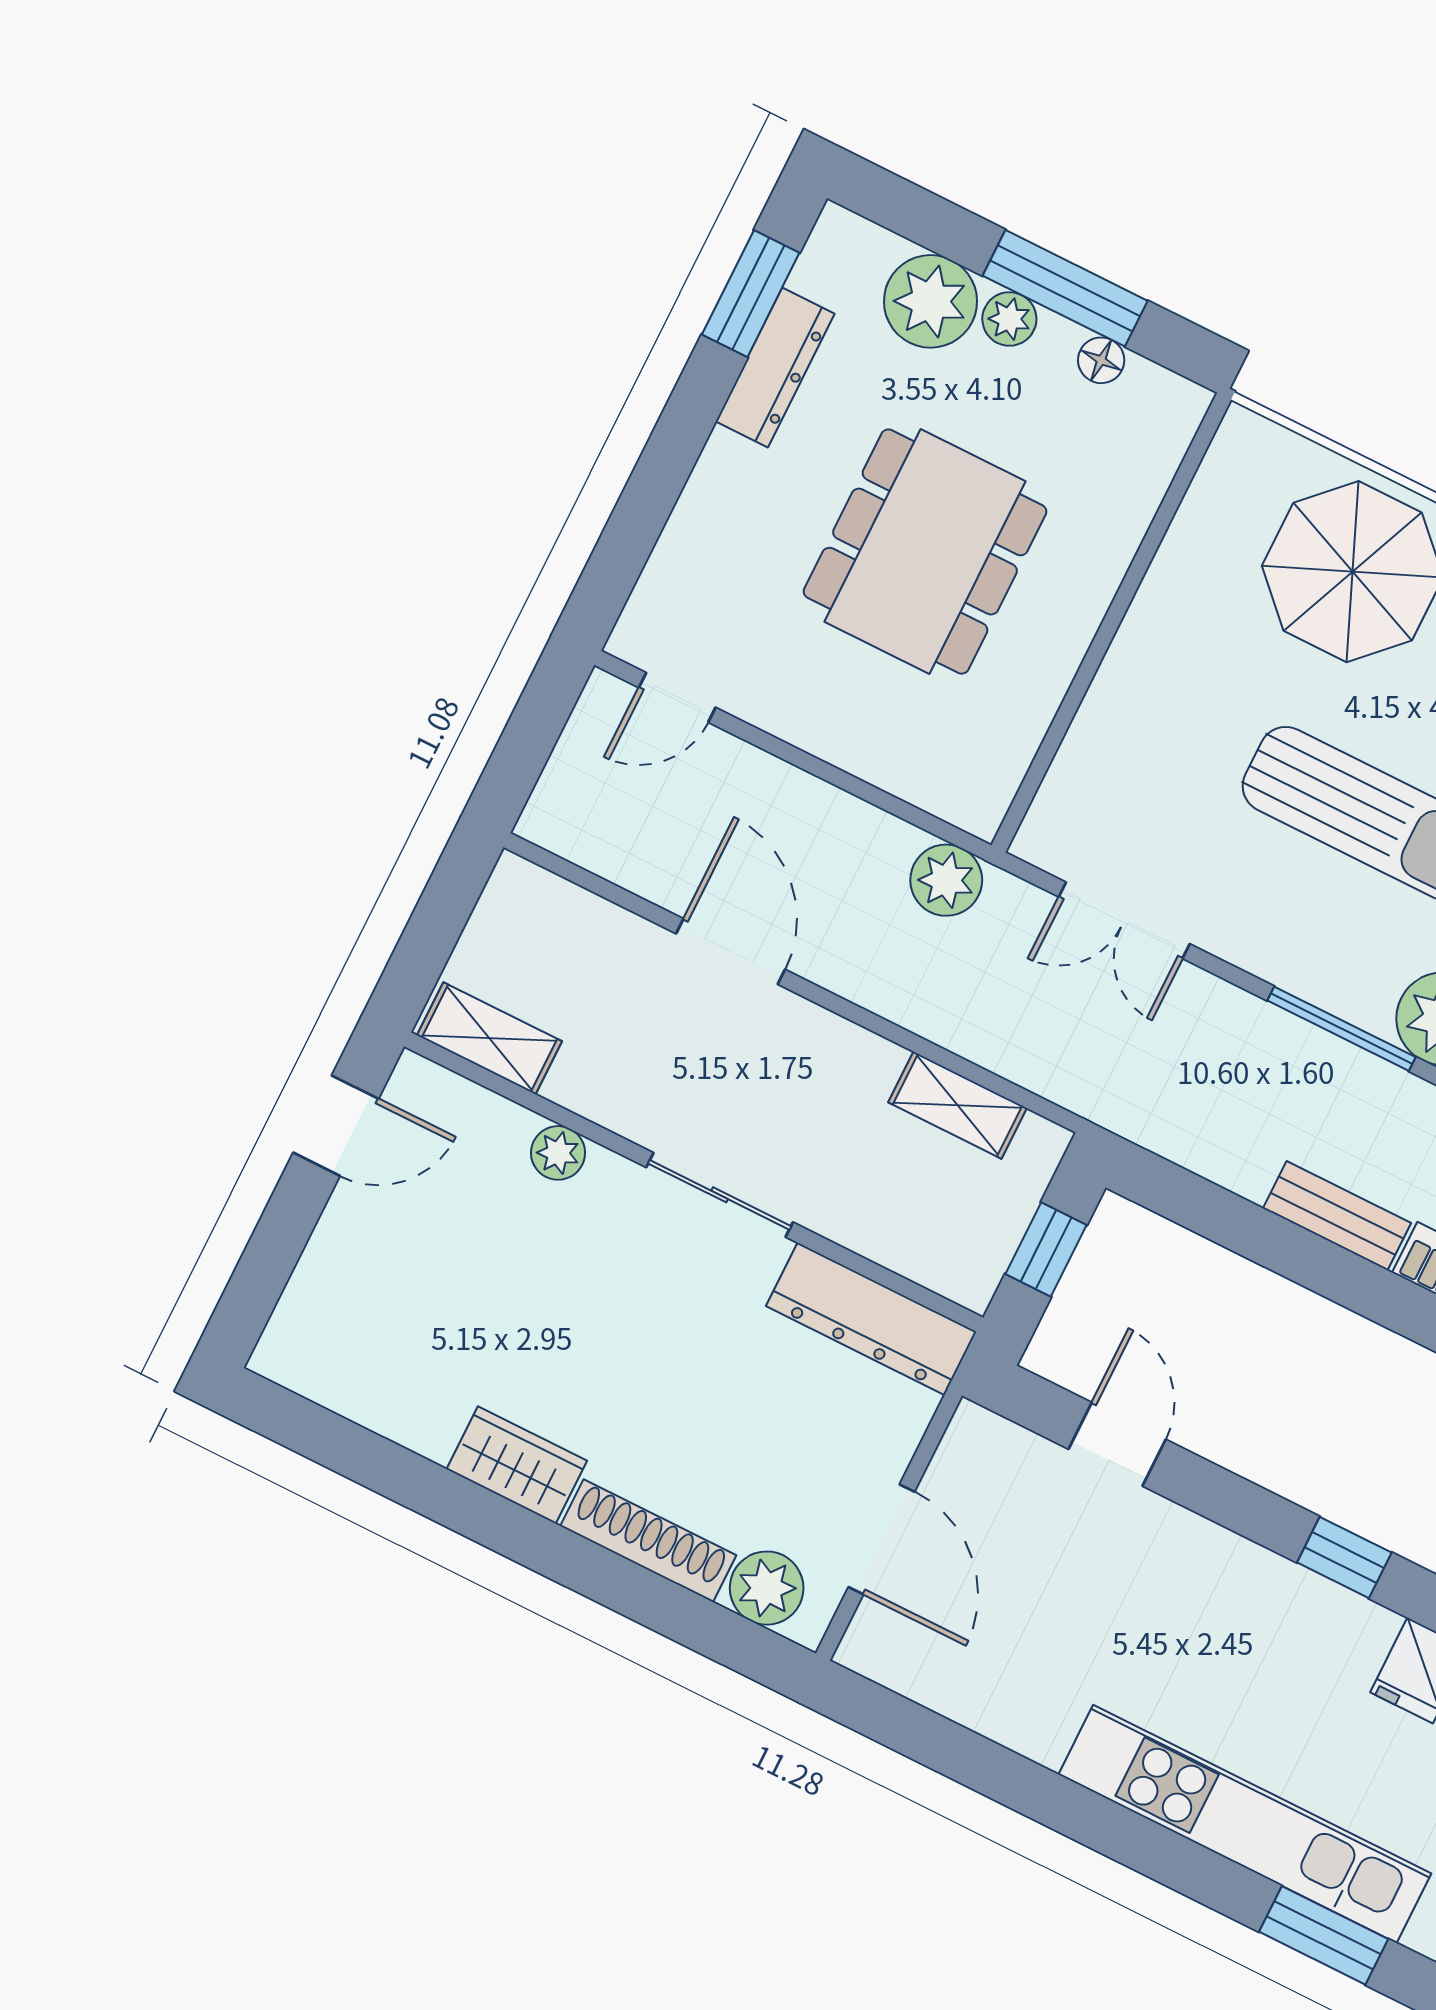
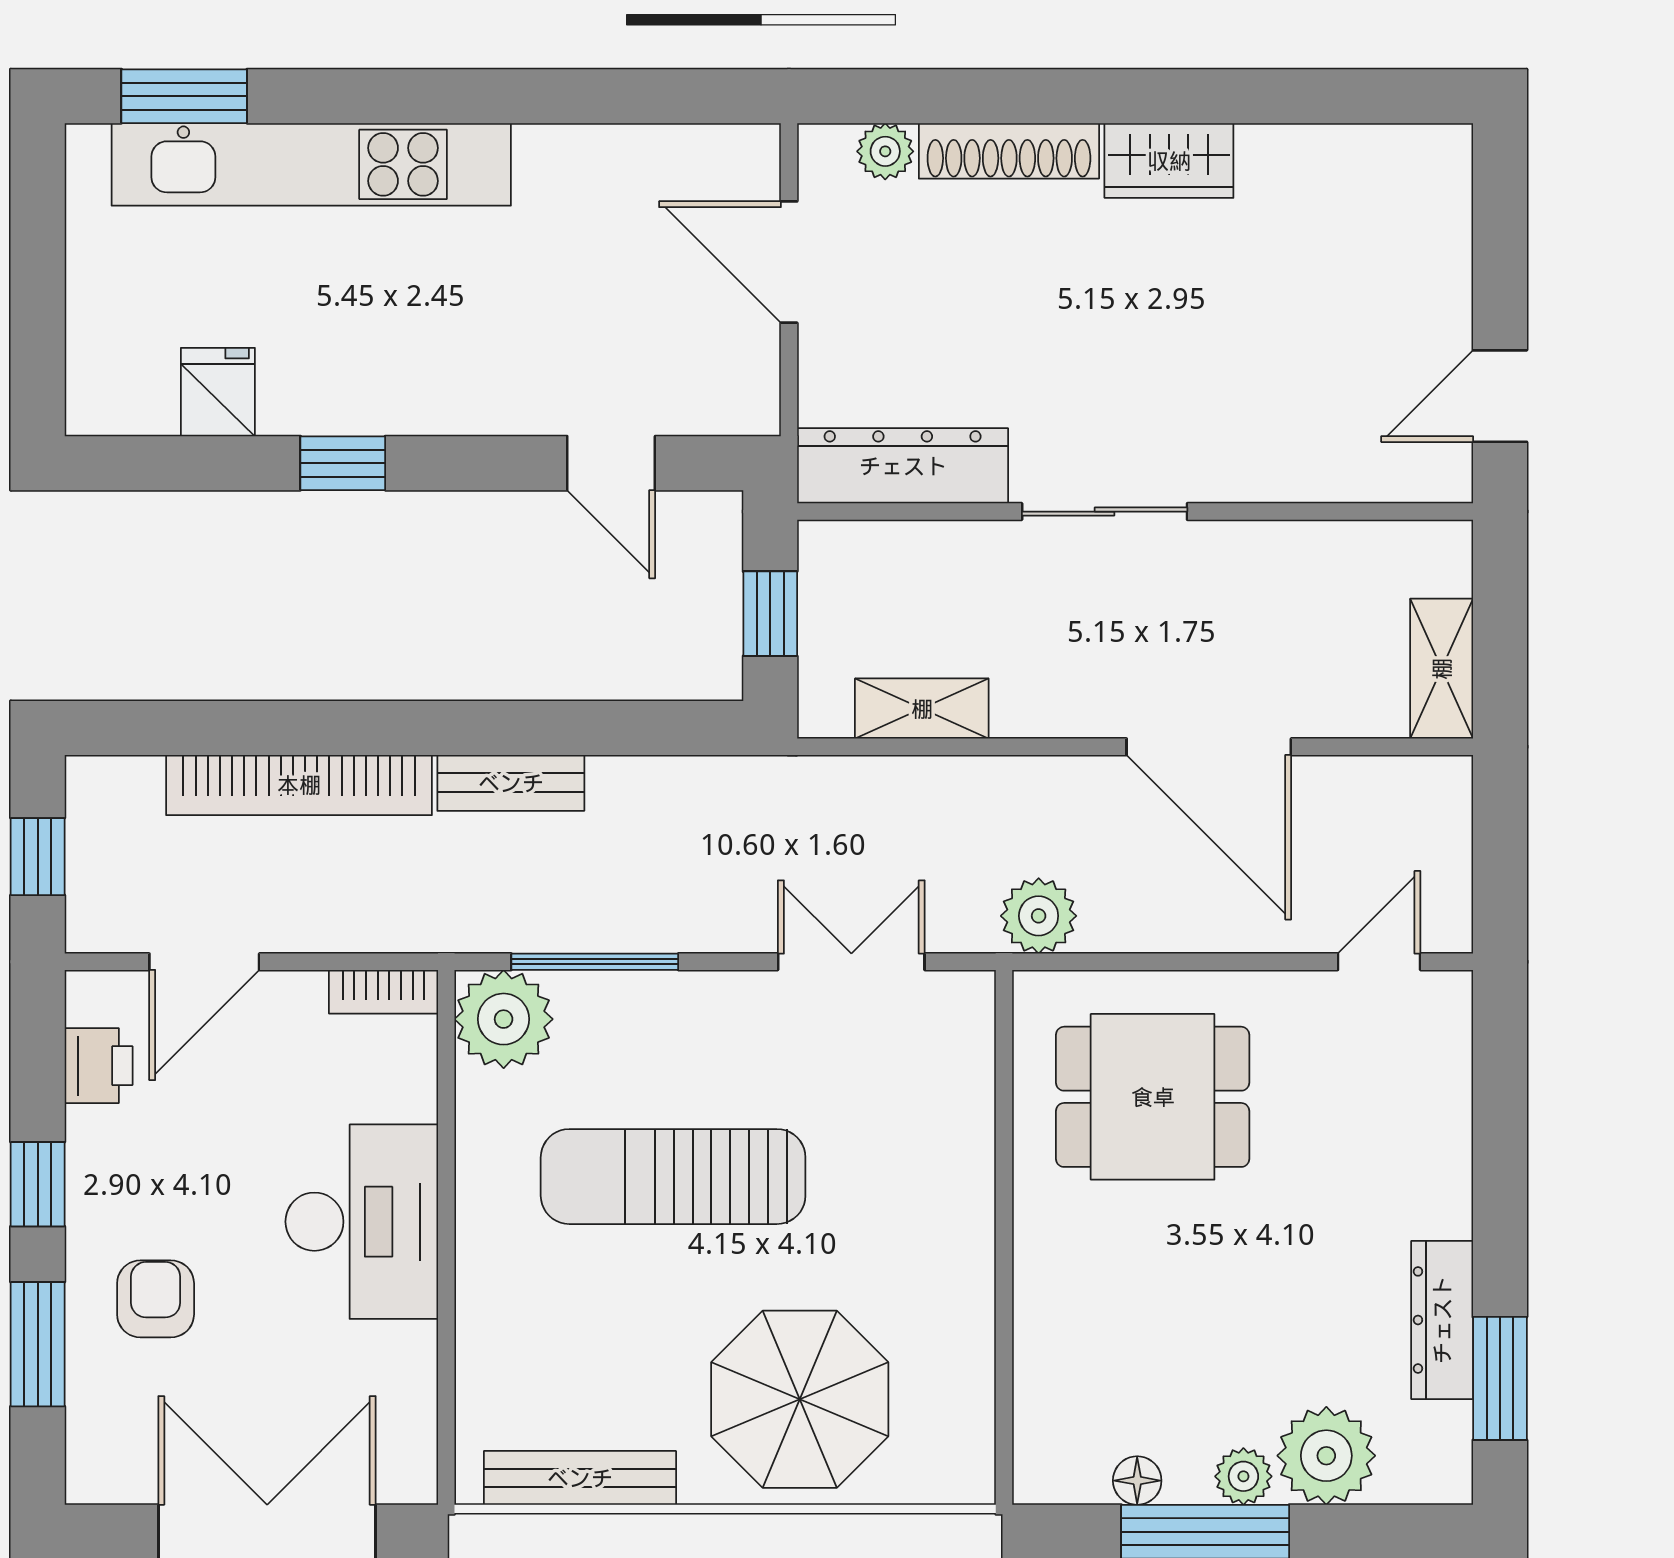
dining table: (925, 552) -> (1153, 1097), moved, width x0.73
door: (731, 952) -> (1209, 747), width x1.36
shelving: (489, 1038) -> (1442, 669), moved, turned 90
plant: (558, 1153) -> (1277, 475), removed
plant: (767, 1588) -> (885, 151), width x0.73, depth x0.73

